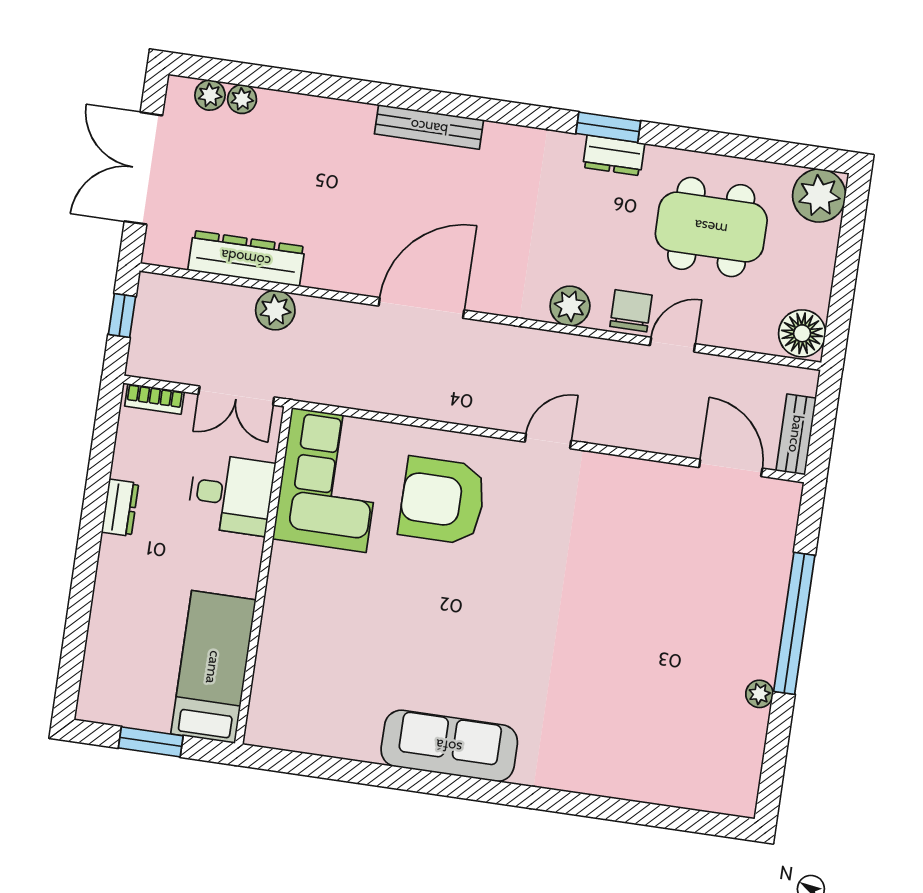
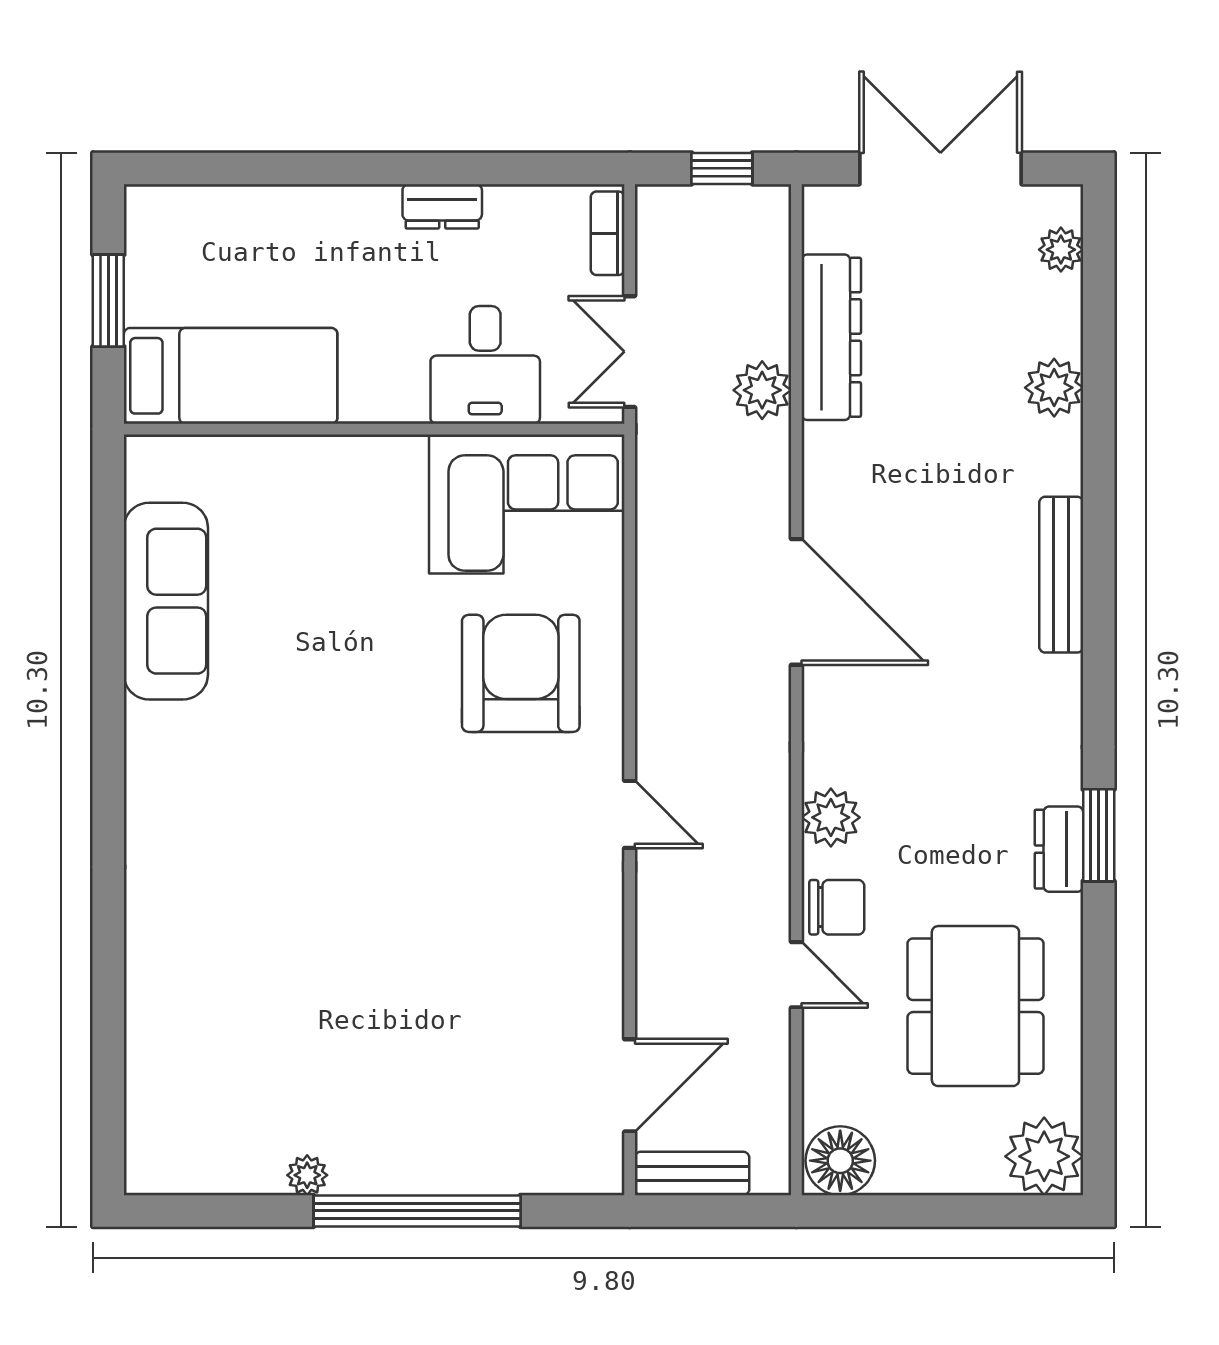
plant: (242, 99) -> (1054, 388), moved, width x1.38, depth x1.38
sofa: (449, 746) -> (166, 601), moved

